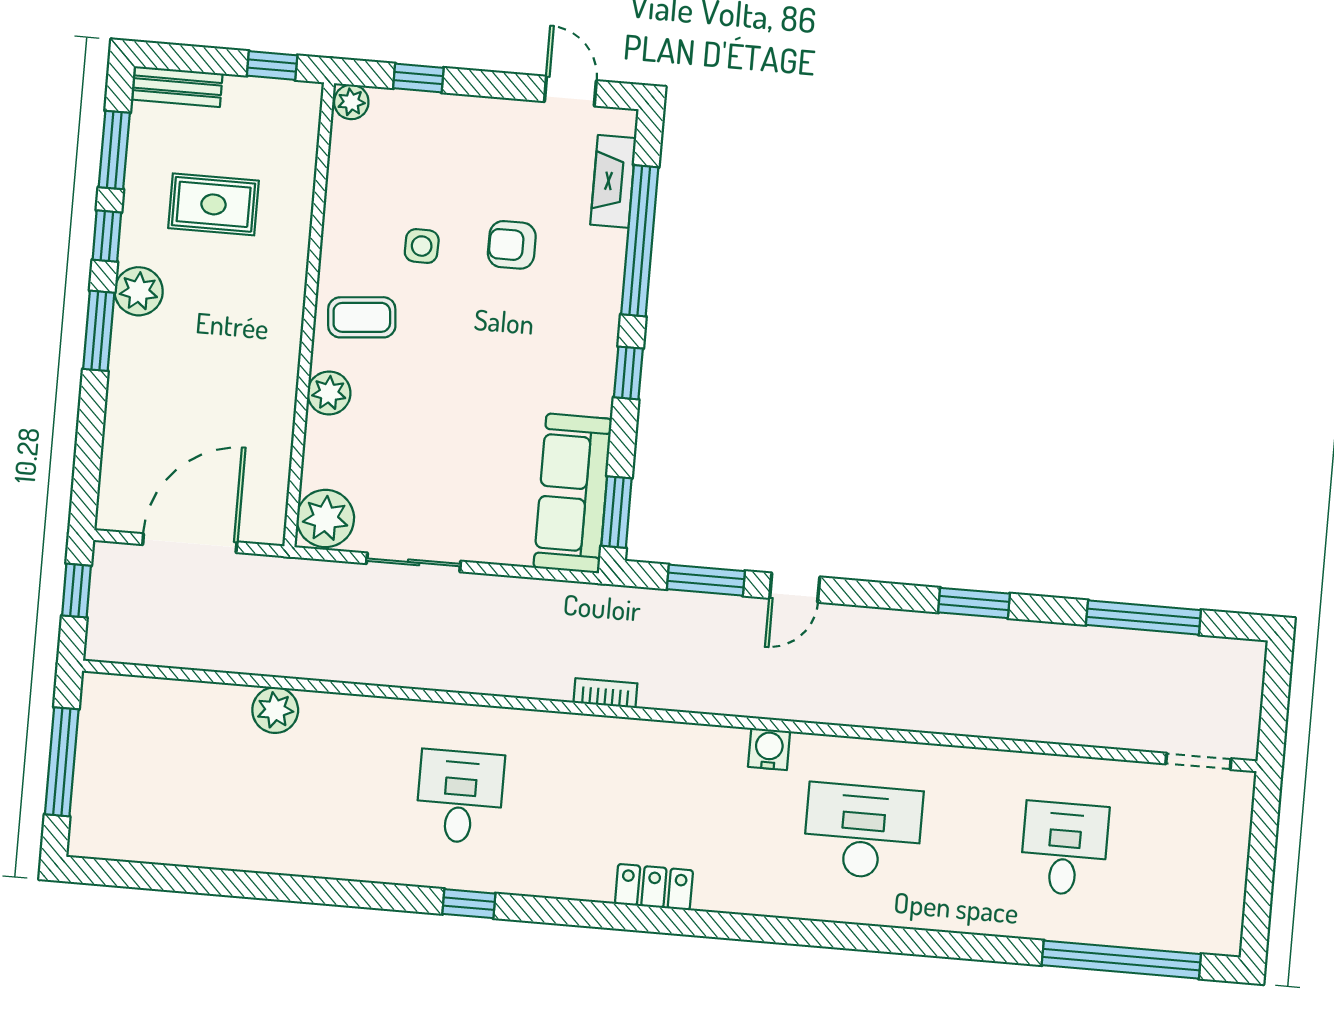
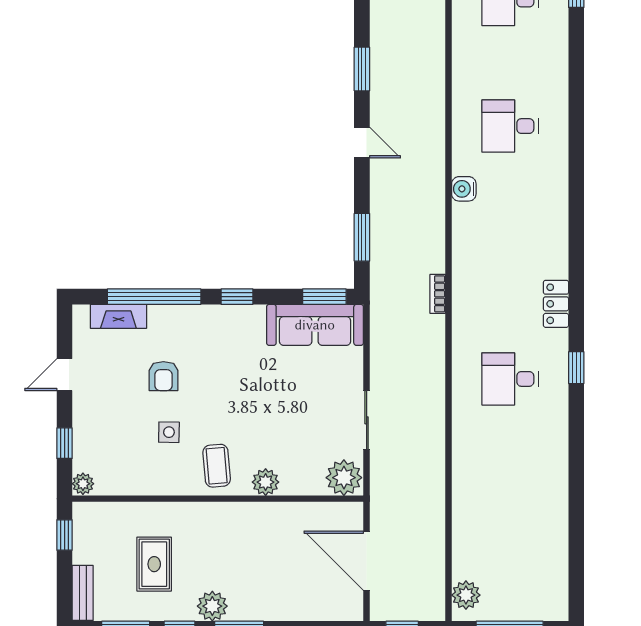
door: (570, 91) -> (65, 375), moved
door: (795, 588) -> (362, 143), moved
plant: (275, 710) -> (466, 595), moved
desk: (863, 831) -> (510, 126), width x0.73
locker: (654, 887) -> (556, 304), moved

